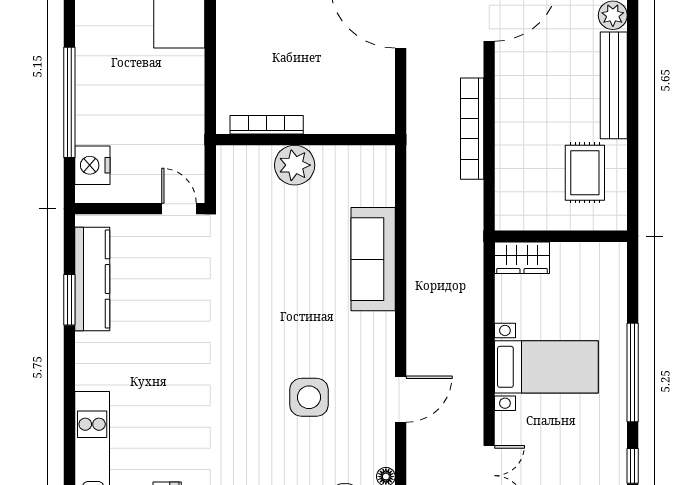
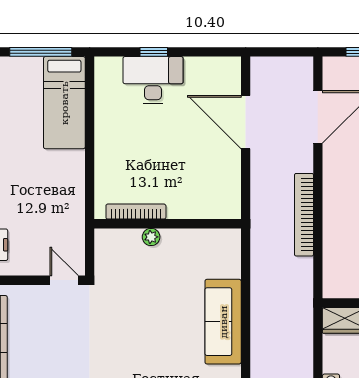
plant: (295, 165) -> (151, 237), width x0.53, depth x0.53

